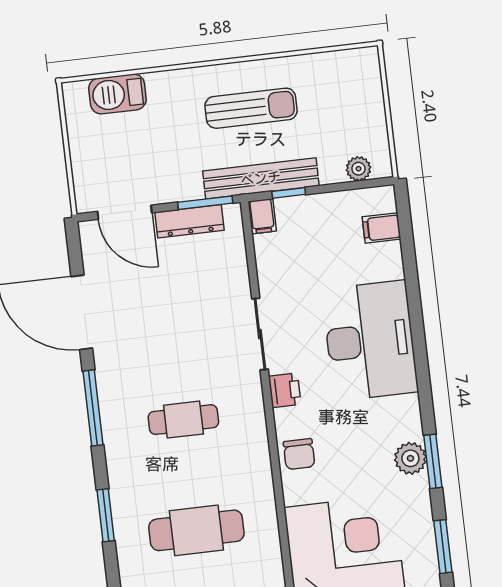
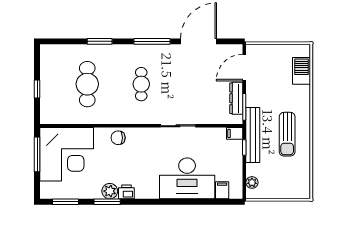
desk: (370, 341) -> (187, 178), moved
printer: (285, 390) -> (126, 192), moved, turned 180

